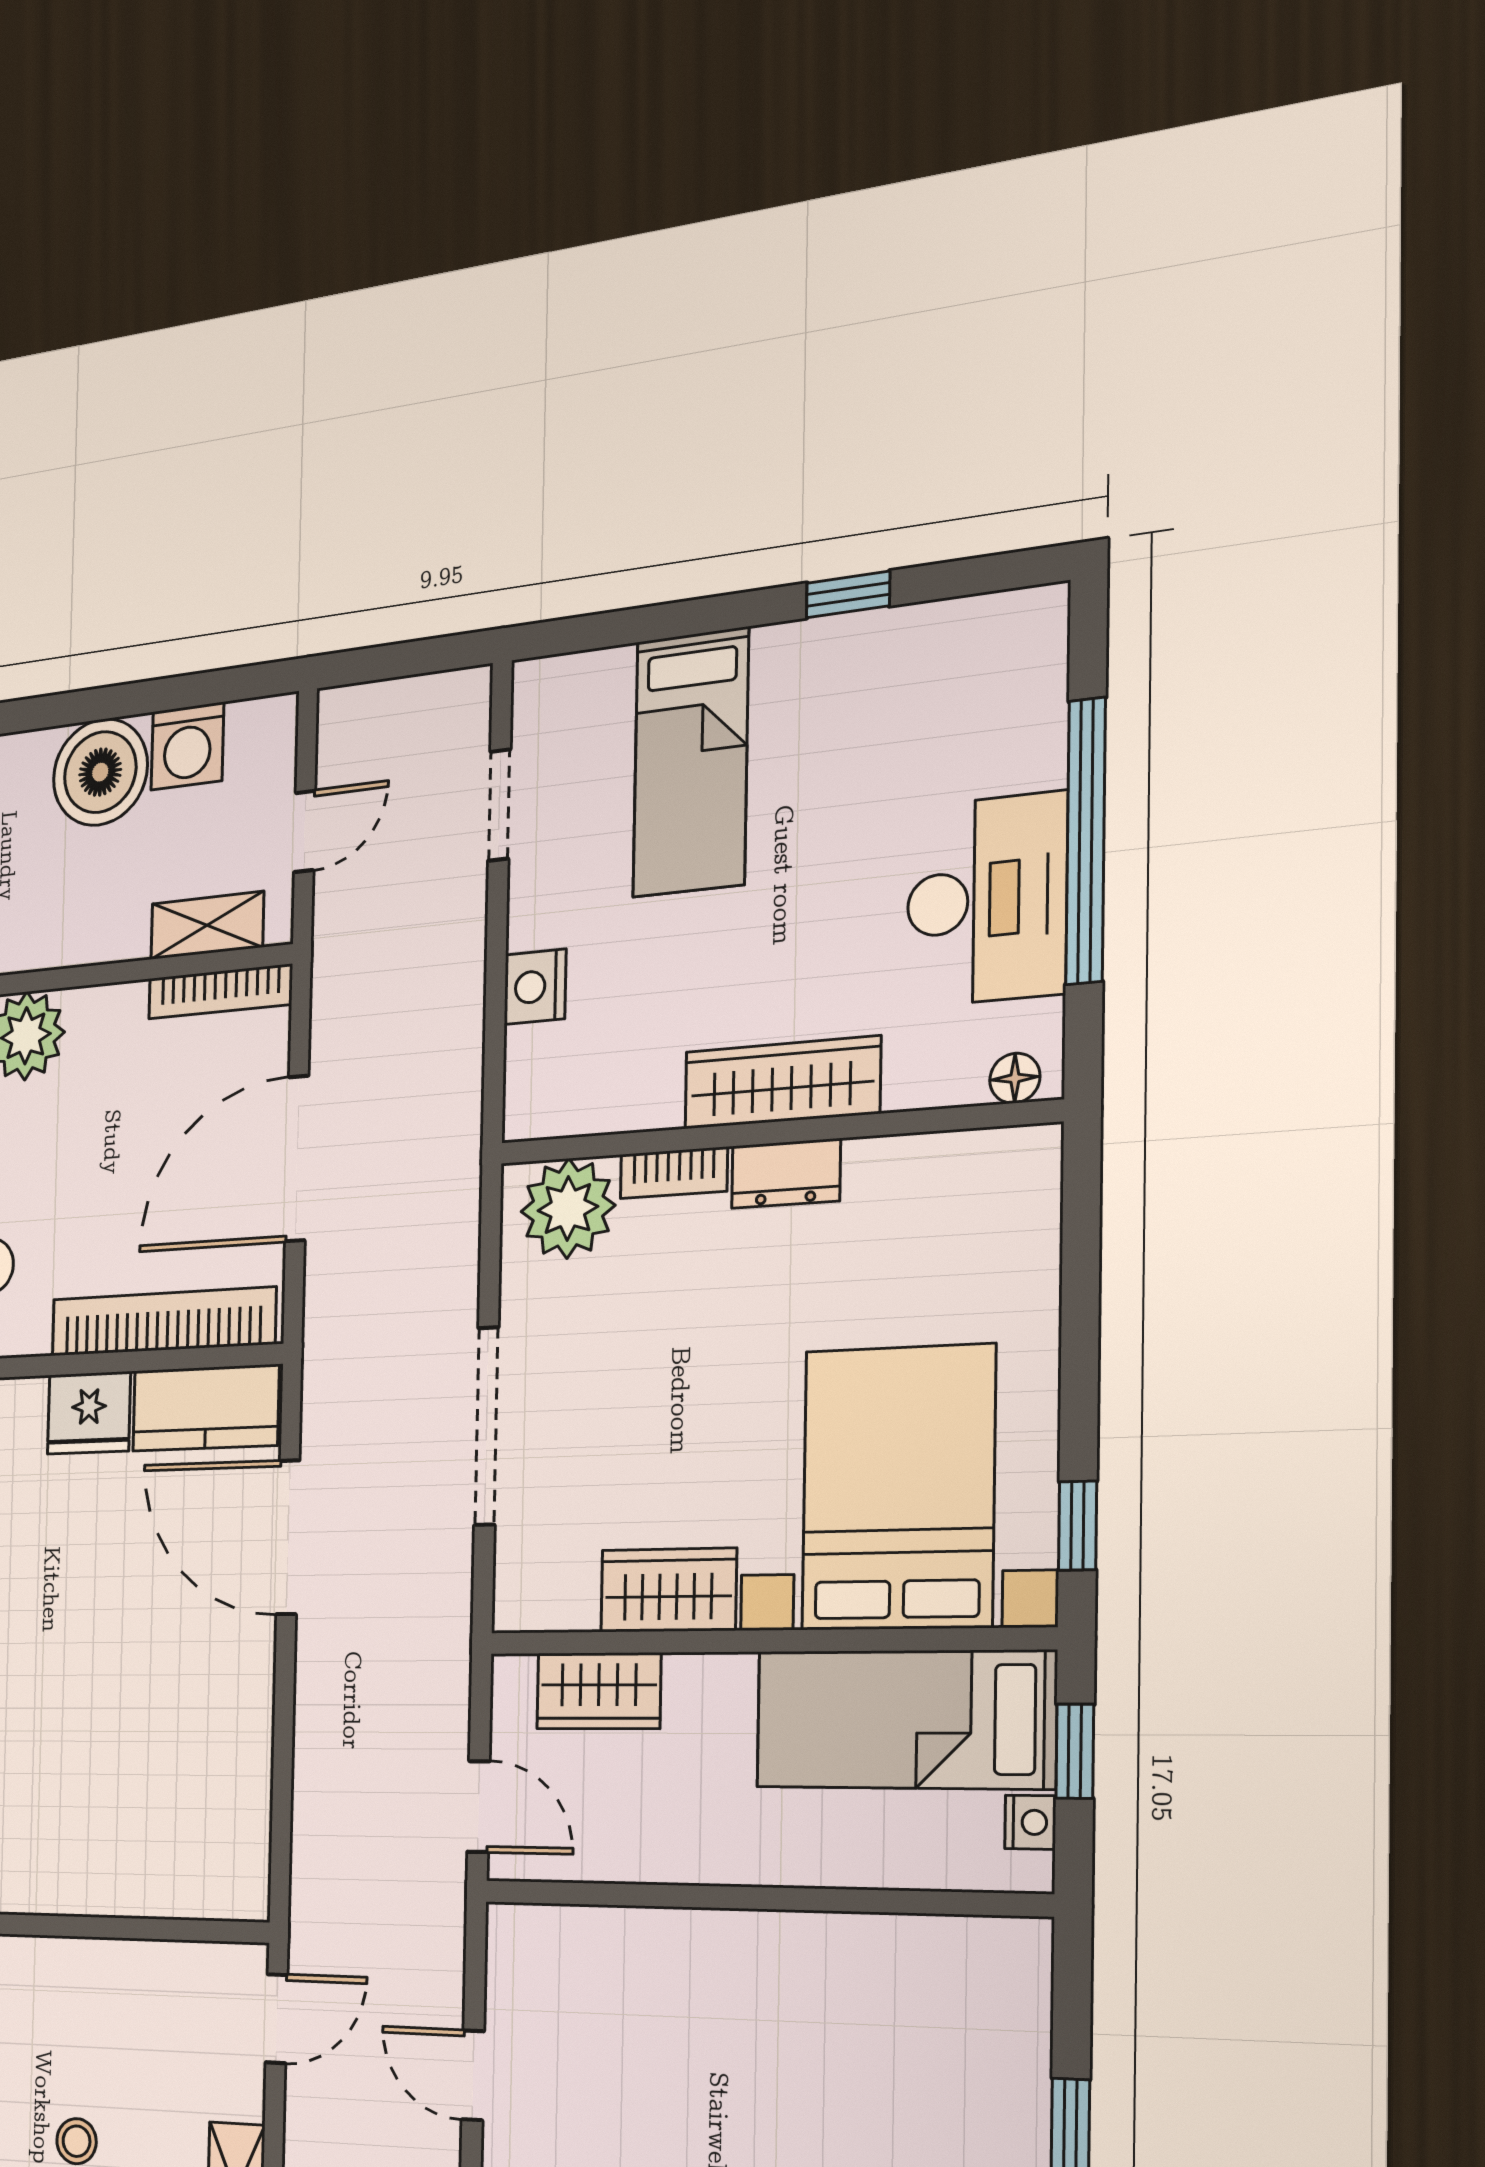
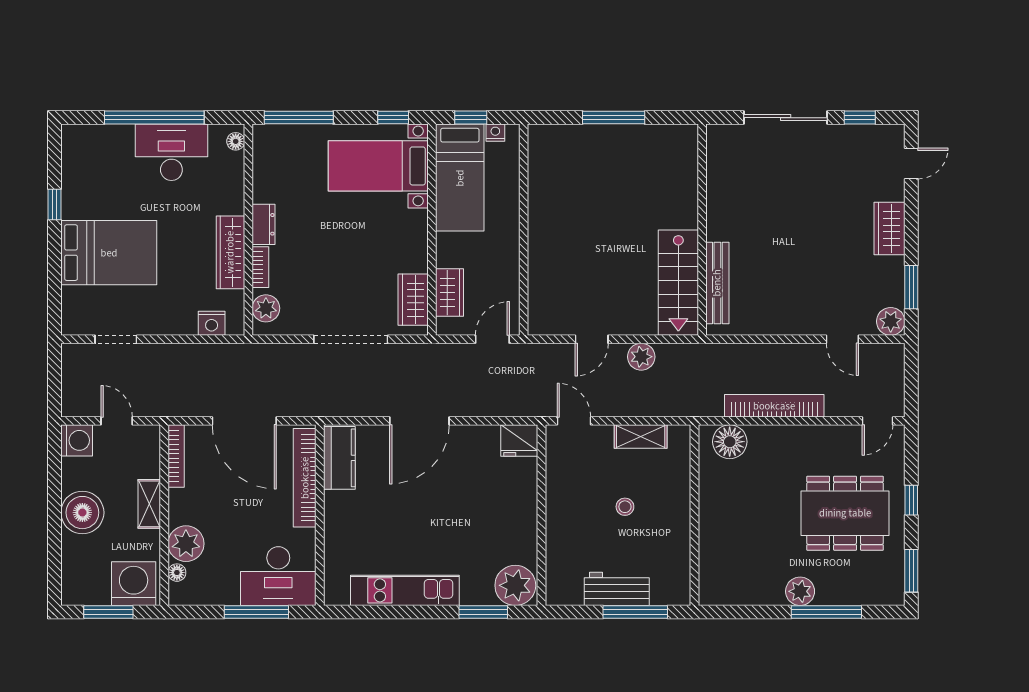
washing machine: (187, 746) -> (77, 440), moved
bed: (691, 762) -> (109, 253), width x1.50
shelving: (207, 925) -> (149, 504), moved
nightstand: (535, 987) -> (212, 323), moved
wardrobe: (782, 1083) -> (230, 252), moved
plant: (568, 1208) -> (266, 308), width x0.73, depth x0.73
window: (1081, 1253) -> (299, 118), added
fridge: (89, 1413) -> (519, 440), moved, turned 90
bed with nightstands: (898, 1488) -> (378, 166), width x0.73
door: (288, 1537) -> (419, 421), moved
wardrobe: (668, 1590) -> (413, 300), moved

